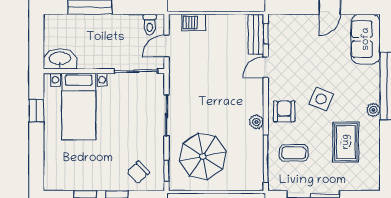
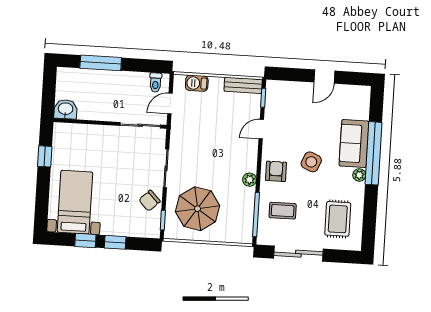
bench: (256, 34) -> (243, 85), moved, turned 90
sofa: (366, 39) -> (354, 144), moved
washbasin: (60, 59) -> (66, 109), width x0.72
bed with nightstands: (79, 107) -> (75, 202), moved, turned 180
rug: (346, 142) -> (338, 219), moved
chair: (138, 172) -> (150, 201), moved

